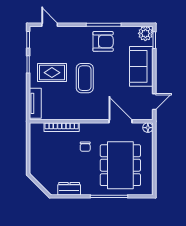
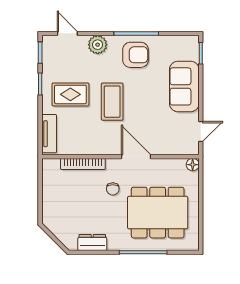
plant: (145, 33) -> (98, 45), moved
door: (120, 121) -> (136, 157), moved
dining table: (120, 165) -> (158, 213), turned 90

